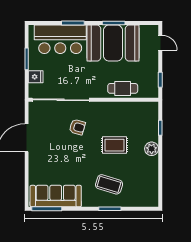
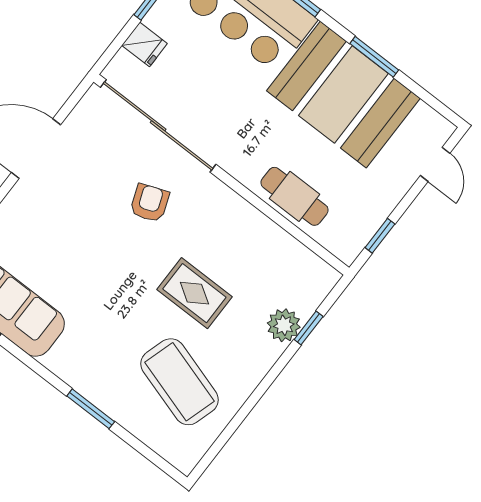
armchair: (77, 127) -> (150, 203), turned -127
plant: (152, 149) -> (284, 325), moved
coffee table: (109, 184) -> (180, 382), moved, width x1.36, depth x1.32

